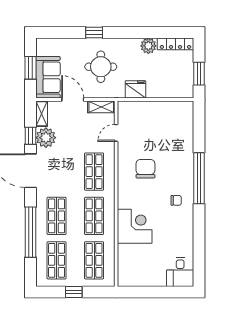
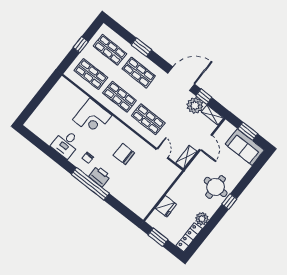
window: (94, 33) -> (229, 202), moved
round table: (101, 67) -> (216, 187), moved
sofa: (48, 77) -> (245, 147), moved
fridge: (136, 89) -> (166, 206), moved
door: (73, 99) -> (206, 142), hinge flipped
chair: (145, 169) -> (124, 154), turned 180
printer: (185, 175) -> (100, 176), added
window: (30, 232) -> (141, 47), width x0.47
desk: (180, 272) -> (66, 144), moved, turned -90

